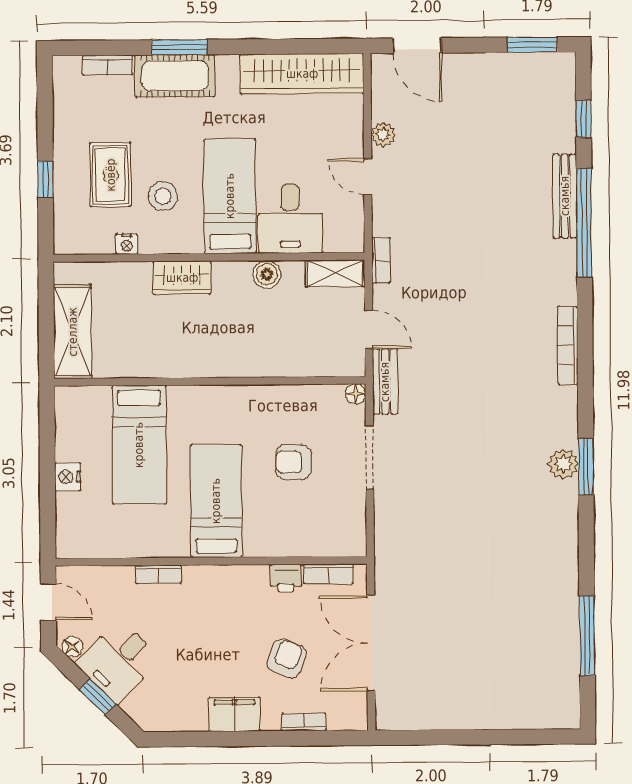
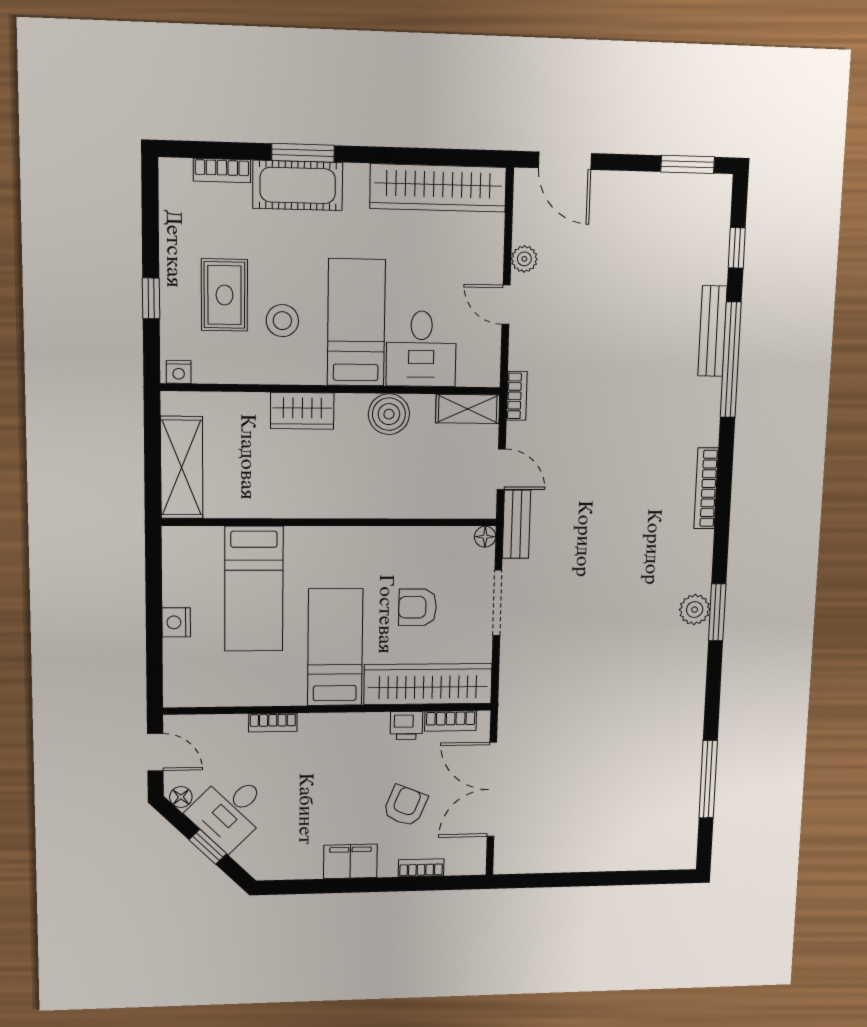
nightstand: (127, 244) -> (179, 372), moved
boiler: (267, 274) -> (389, 414), width x1.36, depth x1.36
wardrobe: (305, 537) -> (428, 684), added

